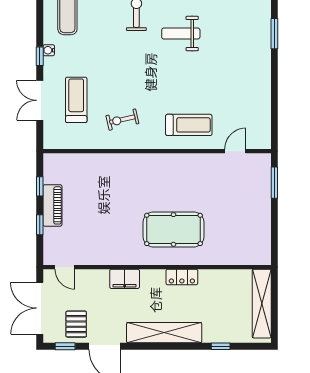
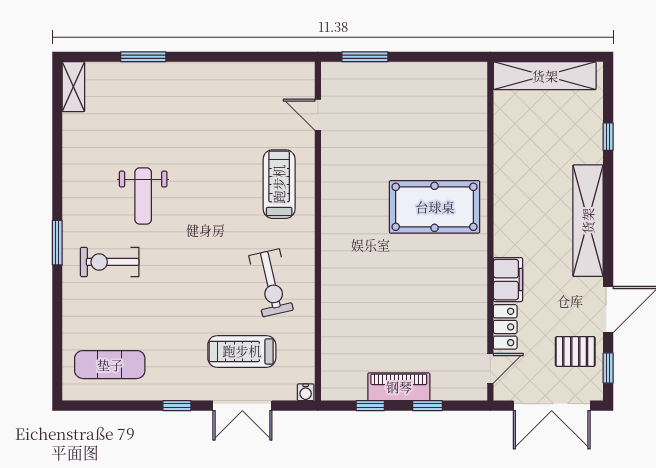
water cooler: (49, 50) -> (306, 392), moved
exercise bike: (122, 120) -> (271, 283), width x1.38, depth x1.39
pool table: (173, 229) -> (435, 207), turned 90
locker: (182, 277) -> (505, 327), moved

